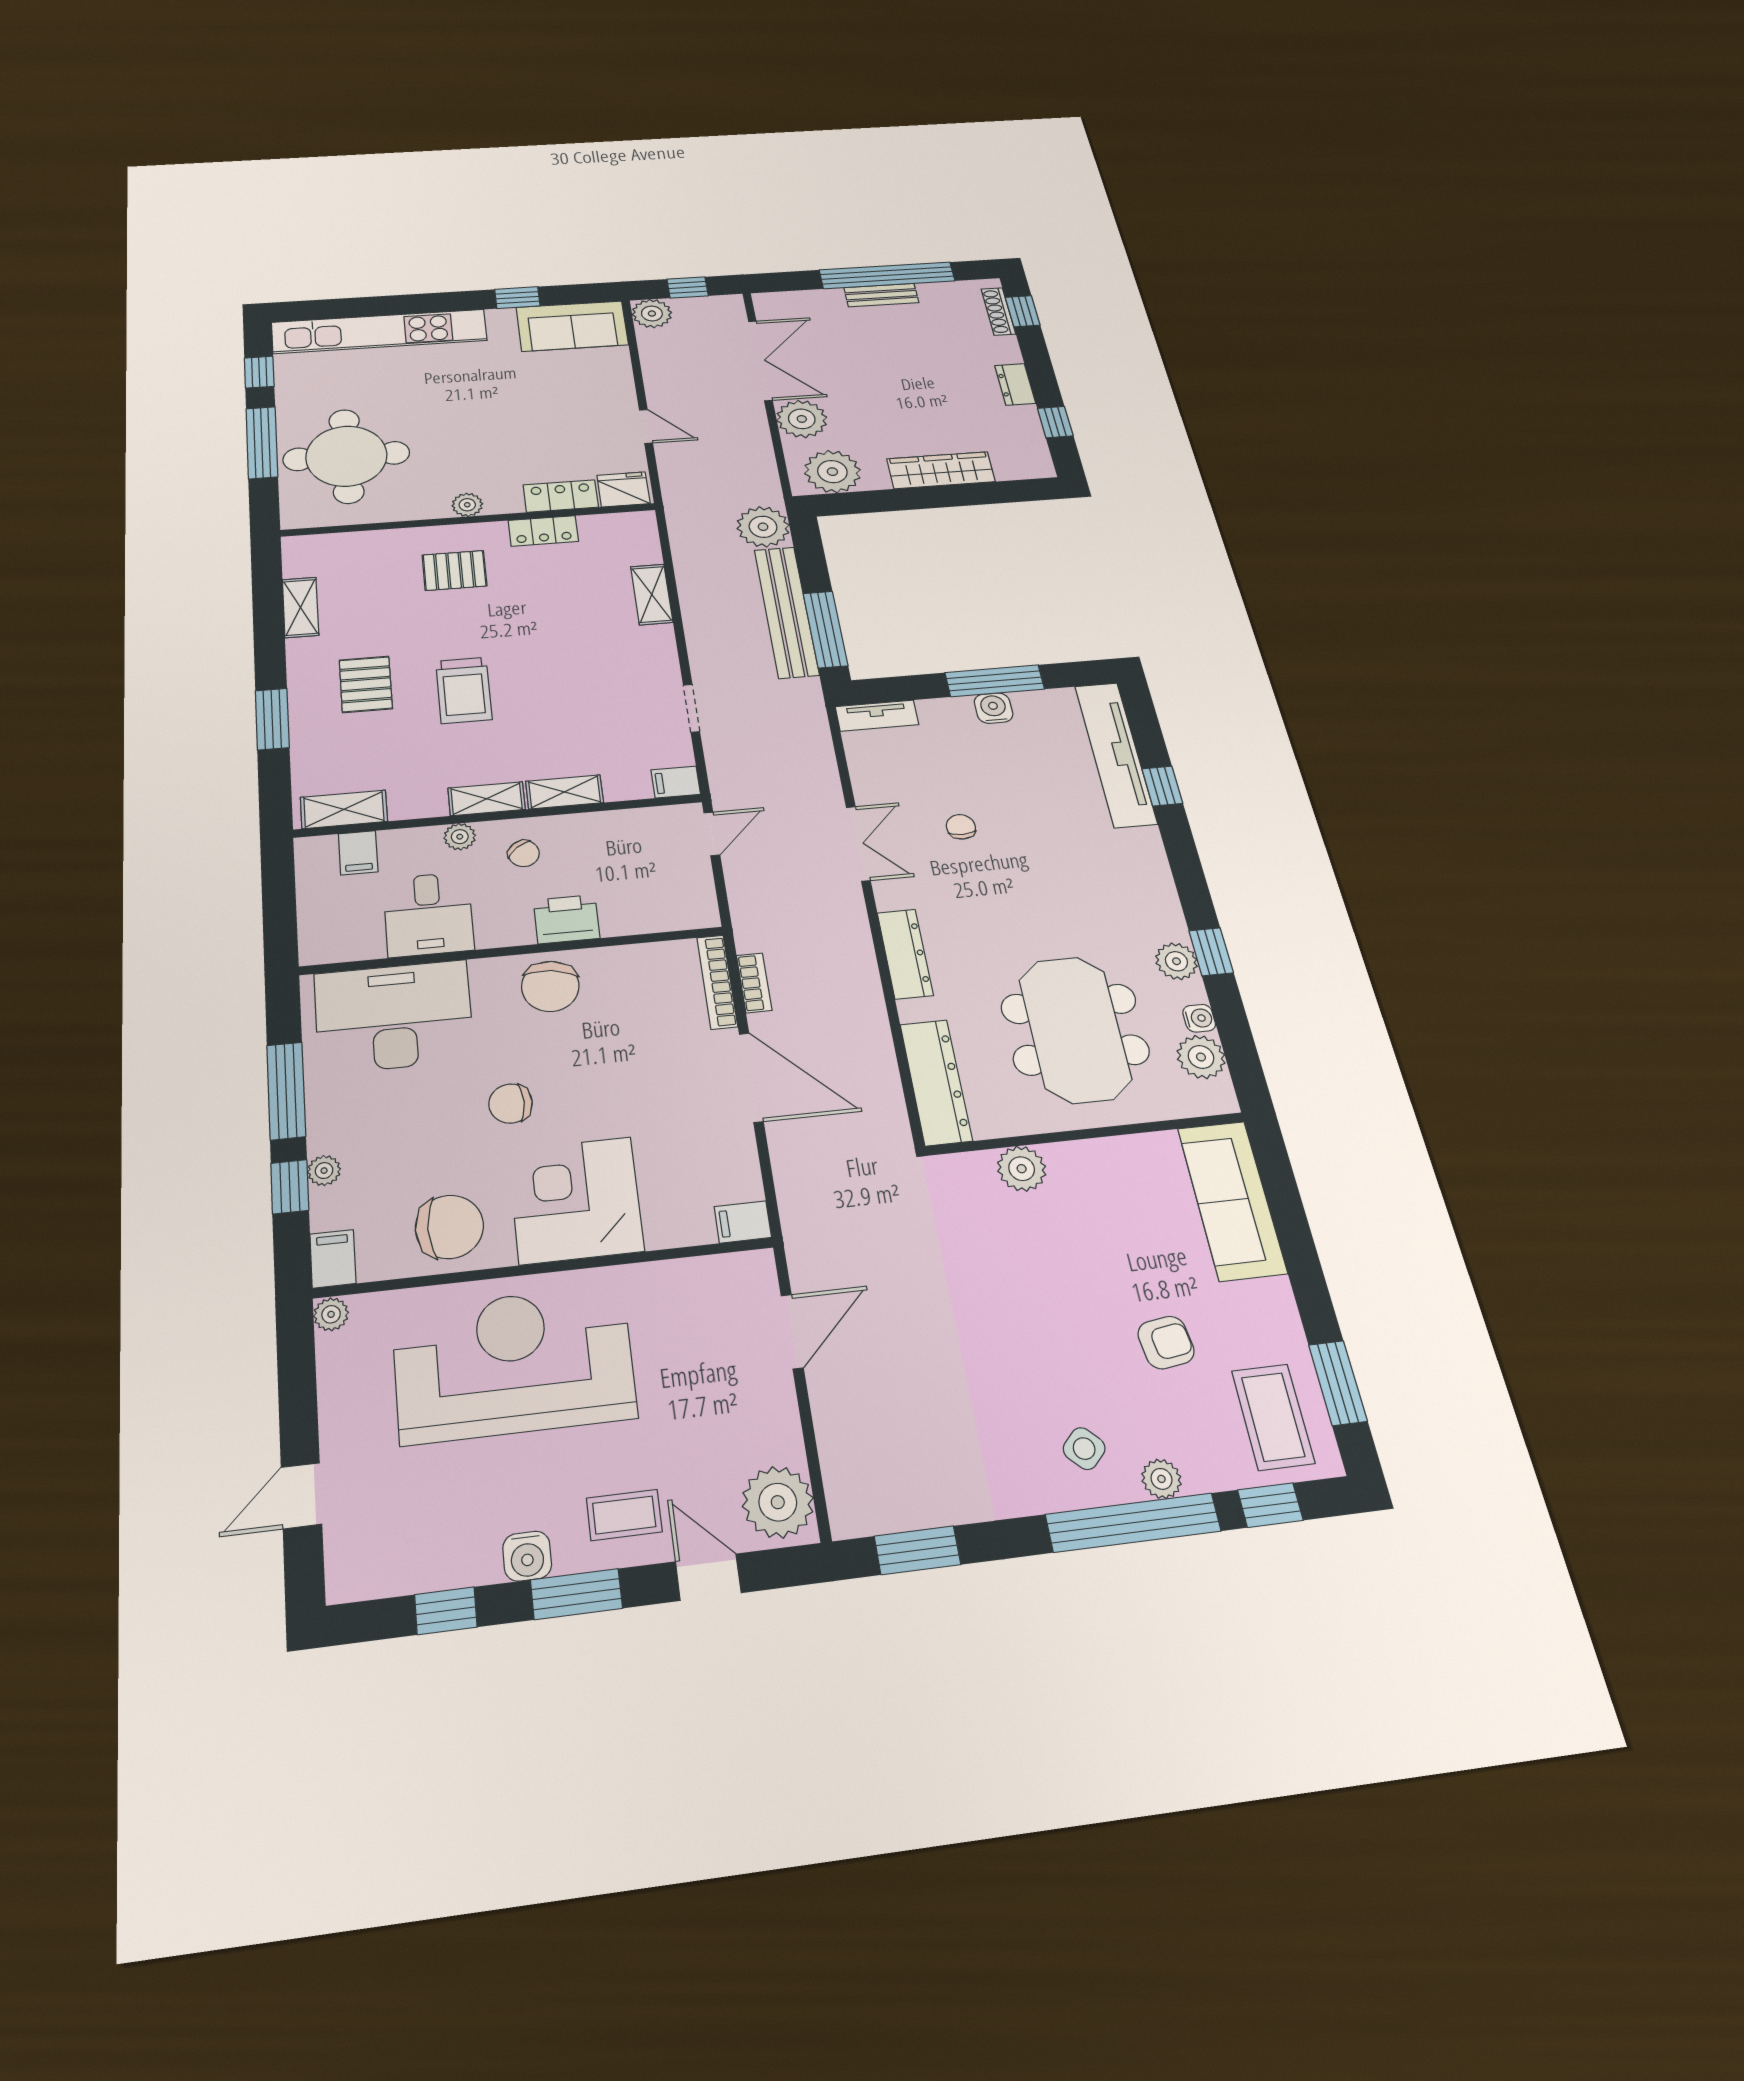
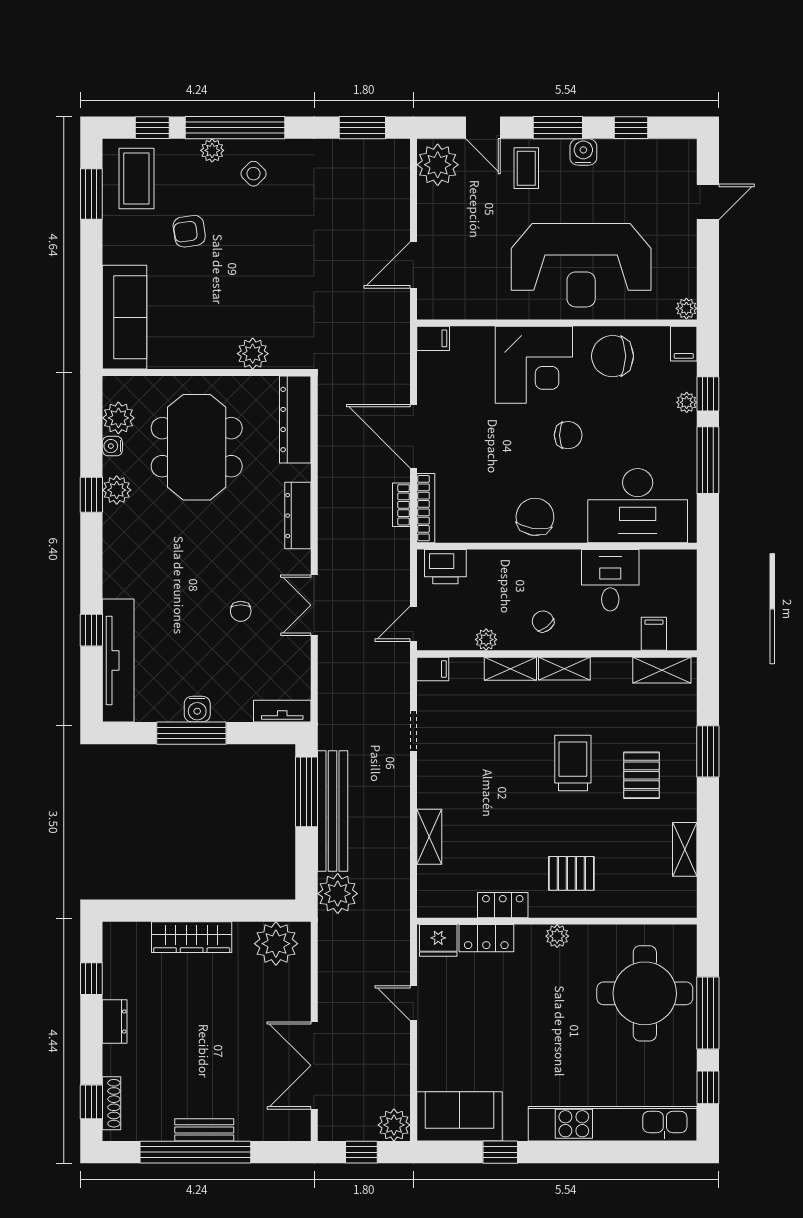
plant: (802, 419) -> (291, 1000), removed
plant: (460, 837) -> (486, 640), moved
printer: (567, 919) -> (445, 567), moved
coffee table: (624, 1515) -> (526, 168), turned 90

